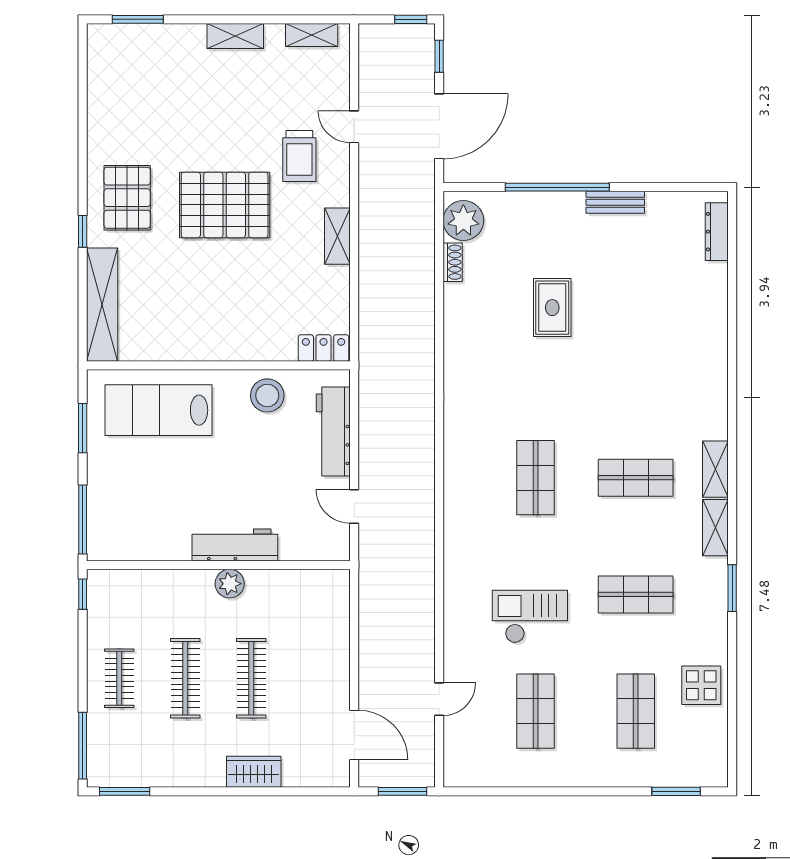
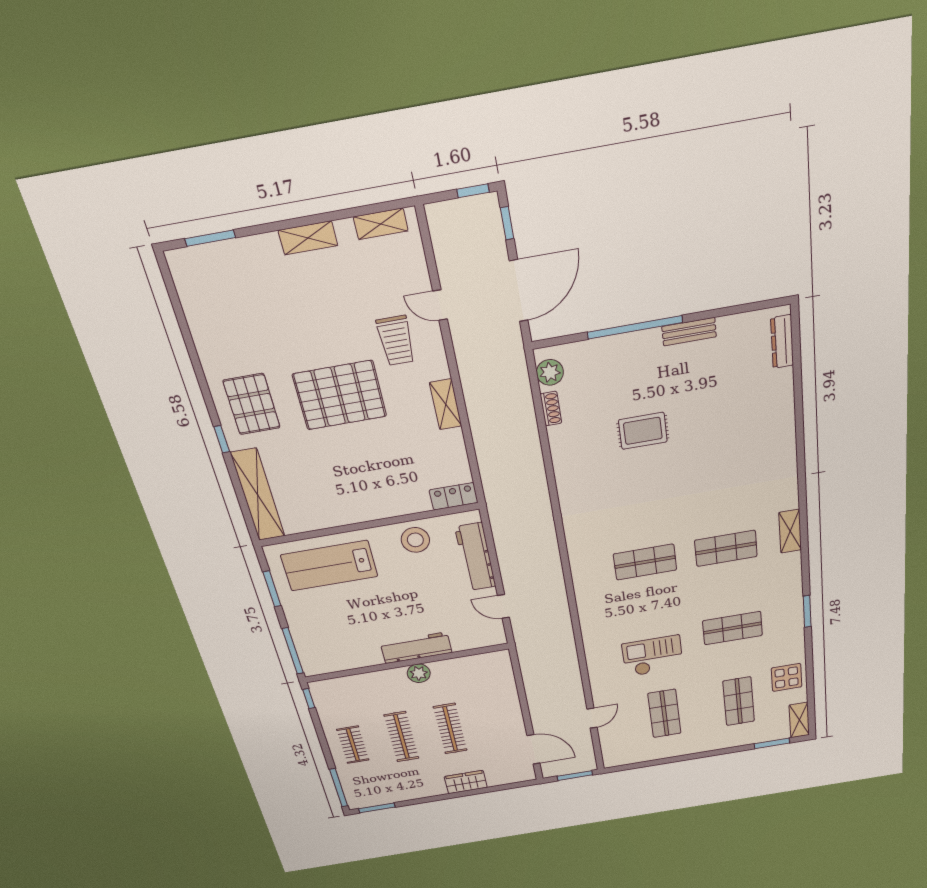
plant: (463, 221) -> (550, 372), width x0.73, depth x0.73
rug: (552, 308) -> (643, 431), turned 90
shop shelf: (536, 478) -> (645, 562), turned 90
shelving: (715, 528) -> (799, 720), moved

